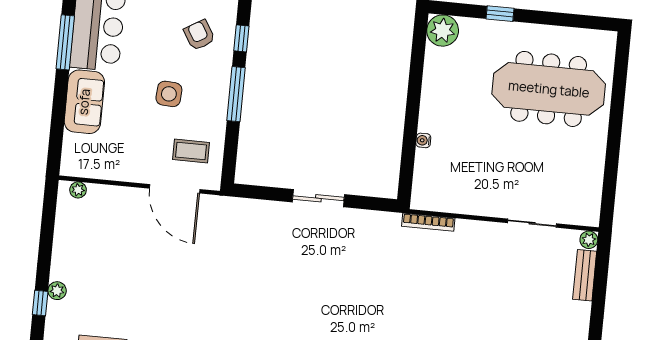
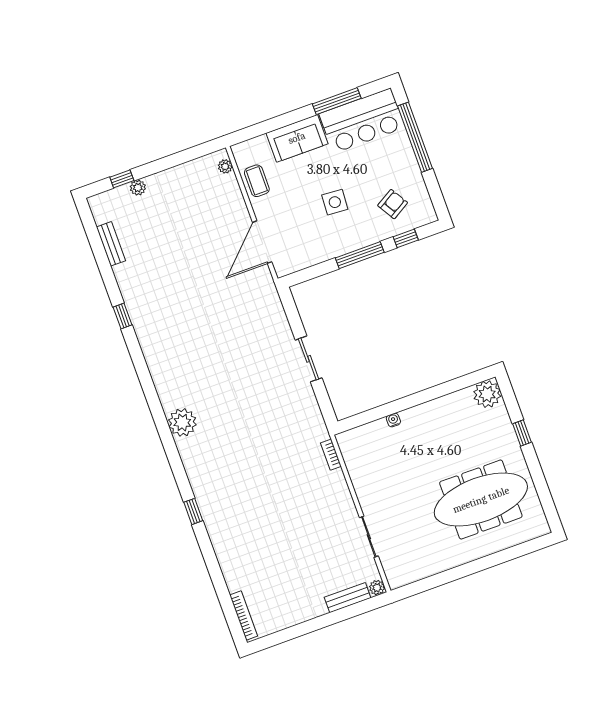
meeting table: (549, 89) -> (481, 500), turned 90
coffee table: (191, 151) -> (257, 181), moved
bookcase: (428, 222) -> (331, 455), width x0.64

